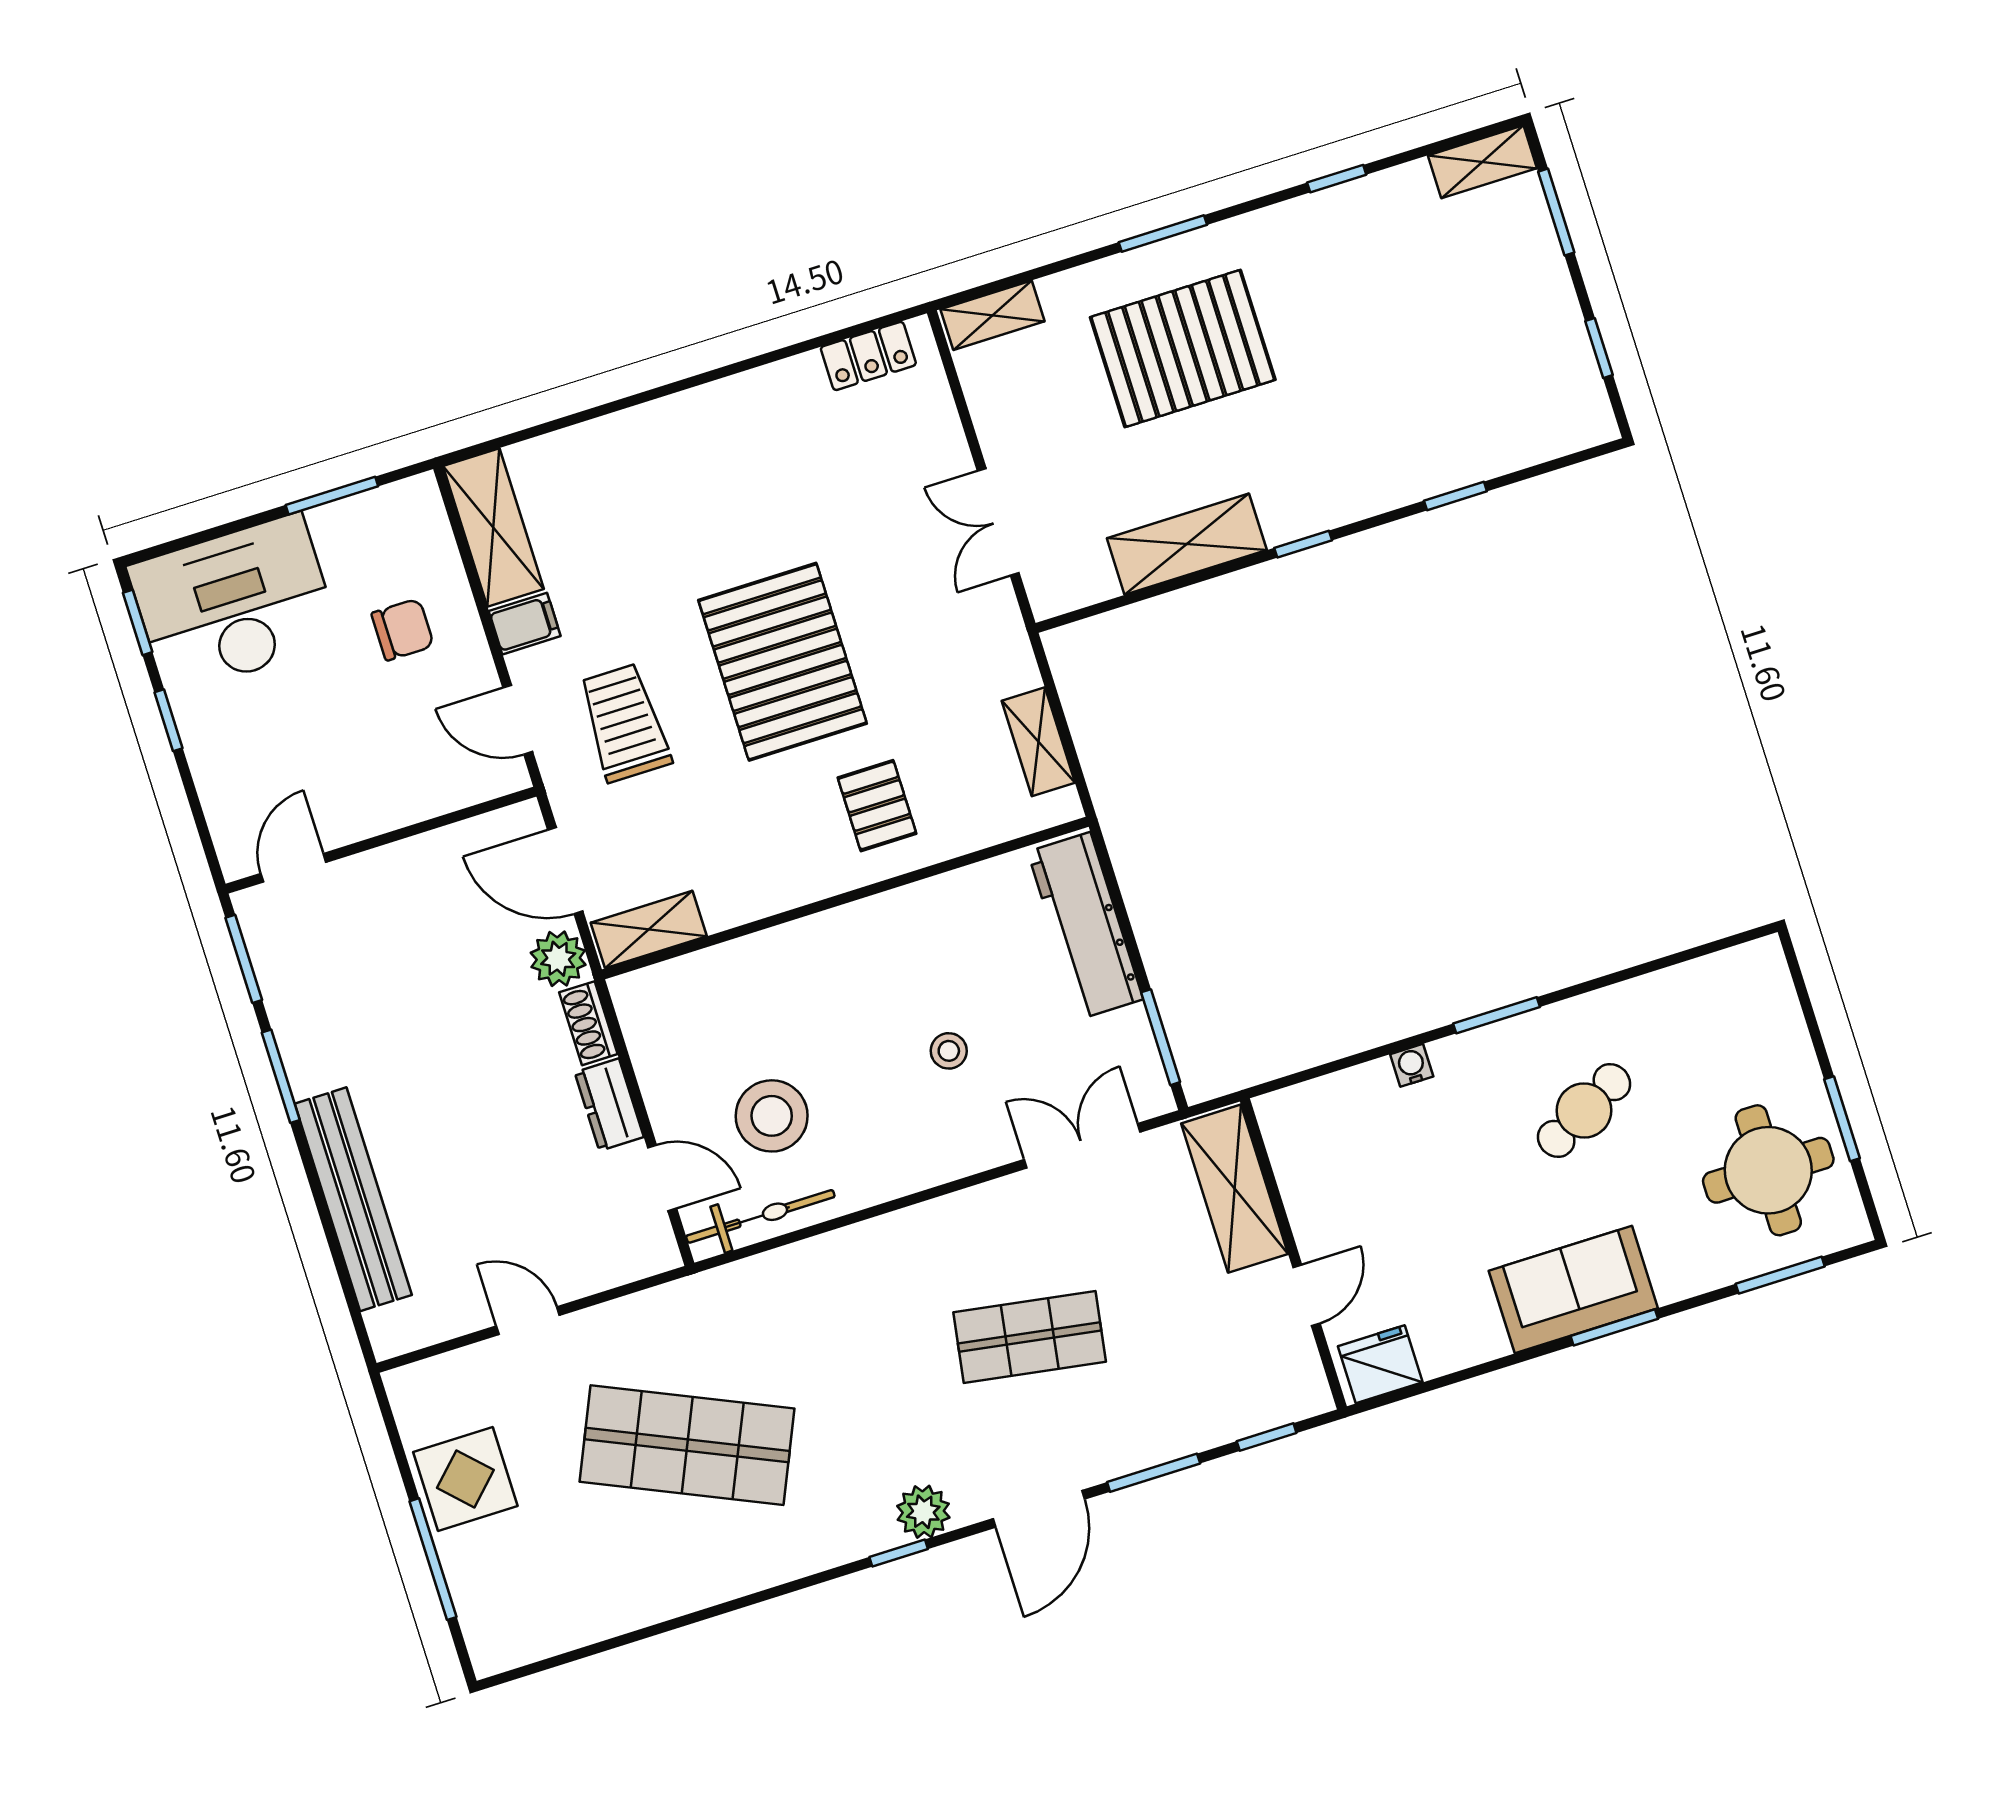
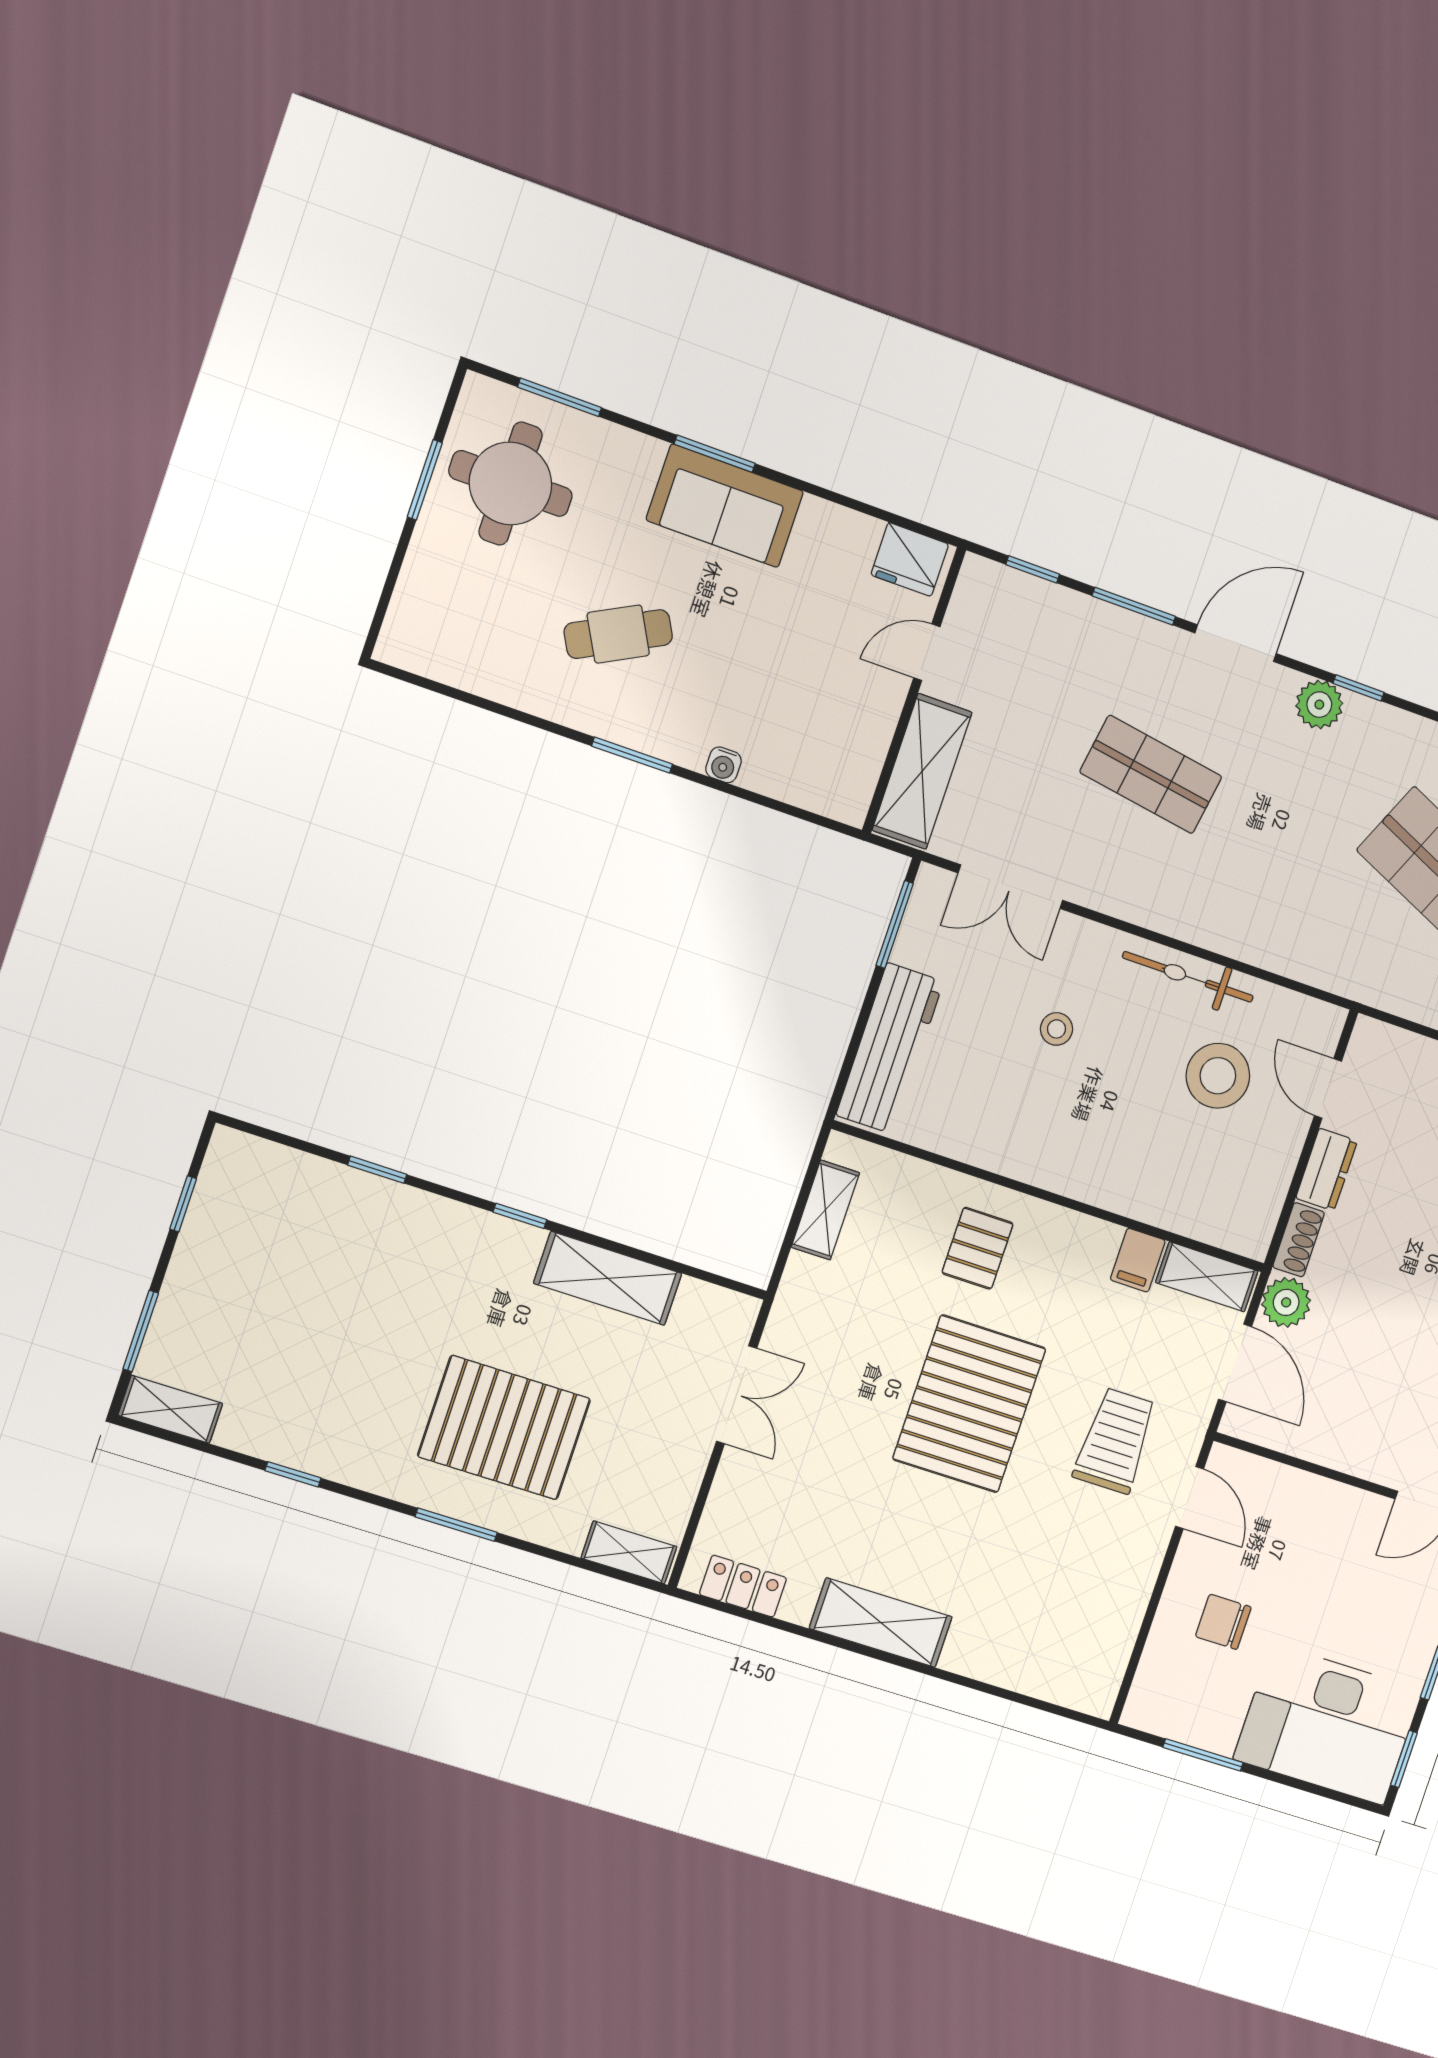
shelving: (493, 528) -> (881, 1623), moved, turned 90
filing cabinet: (525, 624) -> (1138, 1260), moved, turned -90
trolley: (625, 723) -> (1115, 1441), turned 180
bicycle: (760, 1216) -> (1188, 977), moved

